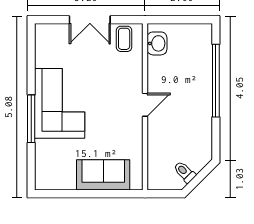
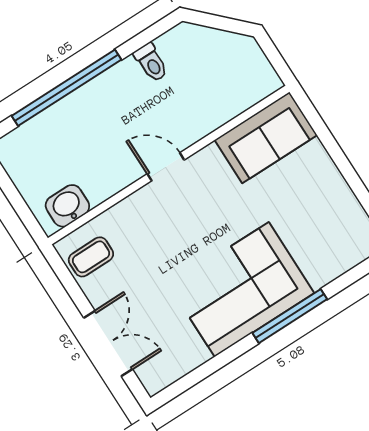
double door: (90, 20) -> (108, 343), moved
toilet: (185, 172) -> (151, 62), moved, turned -45
sofa: (103, 175) -> (266, 138), moved, turned -90

